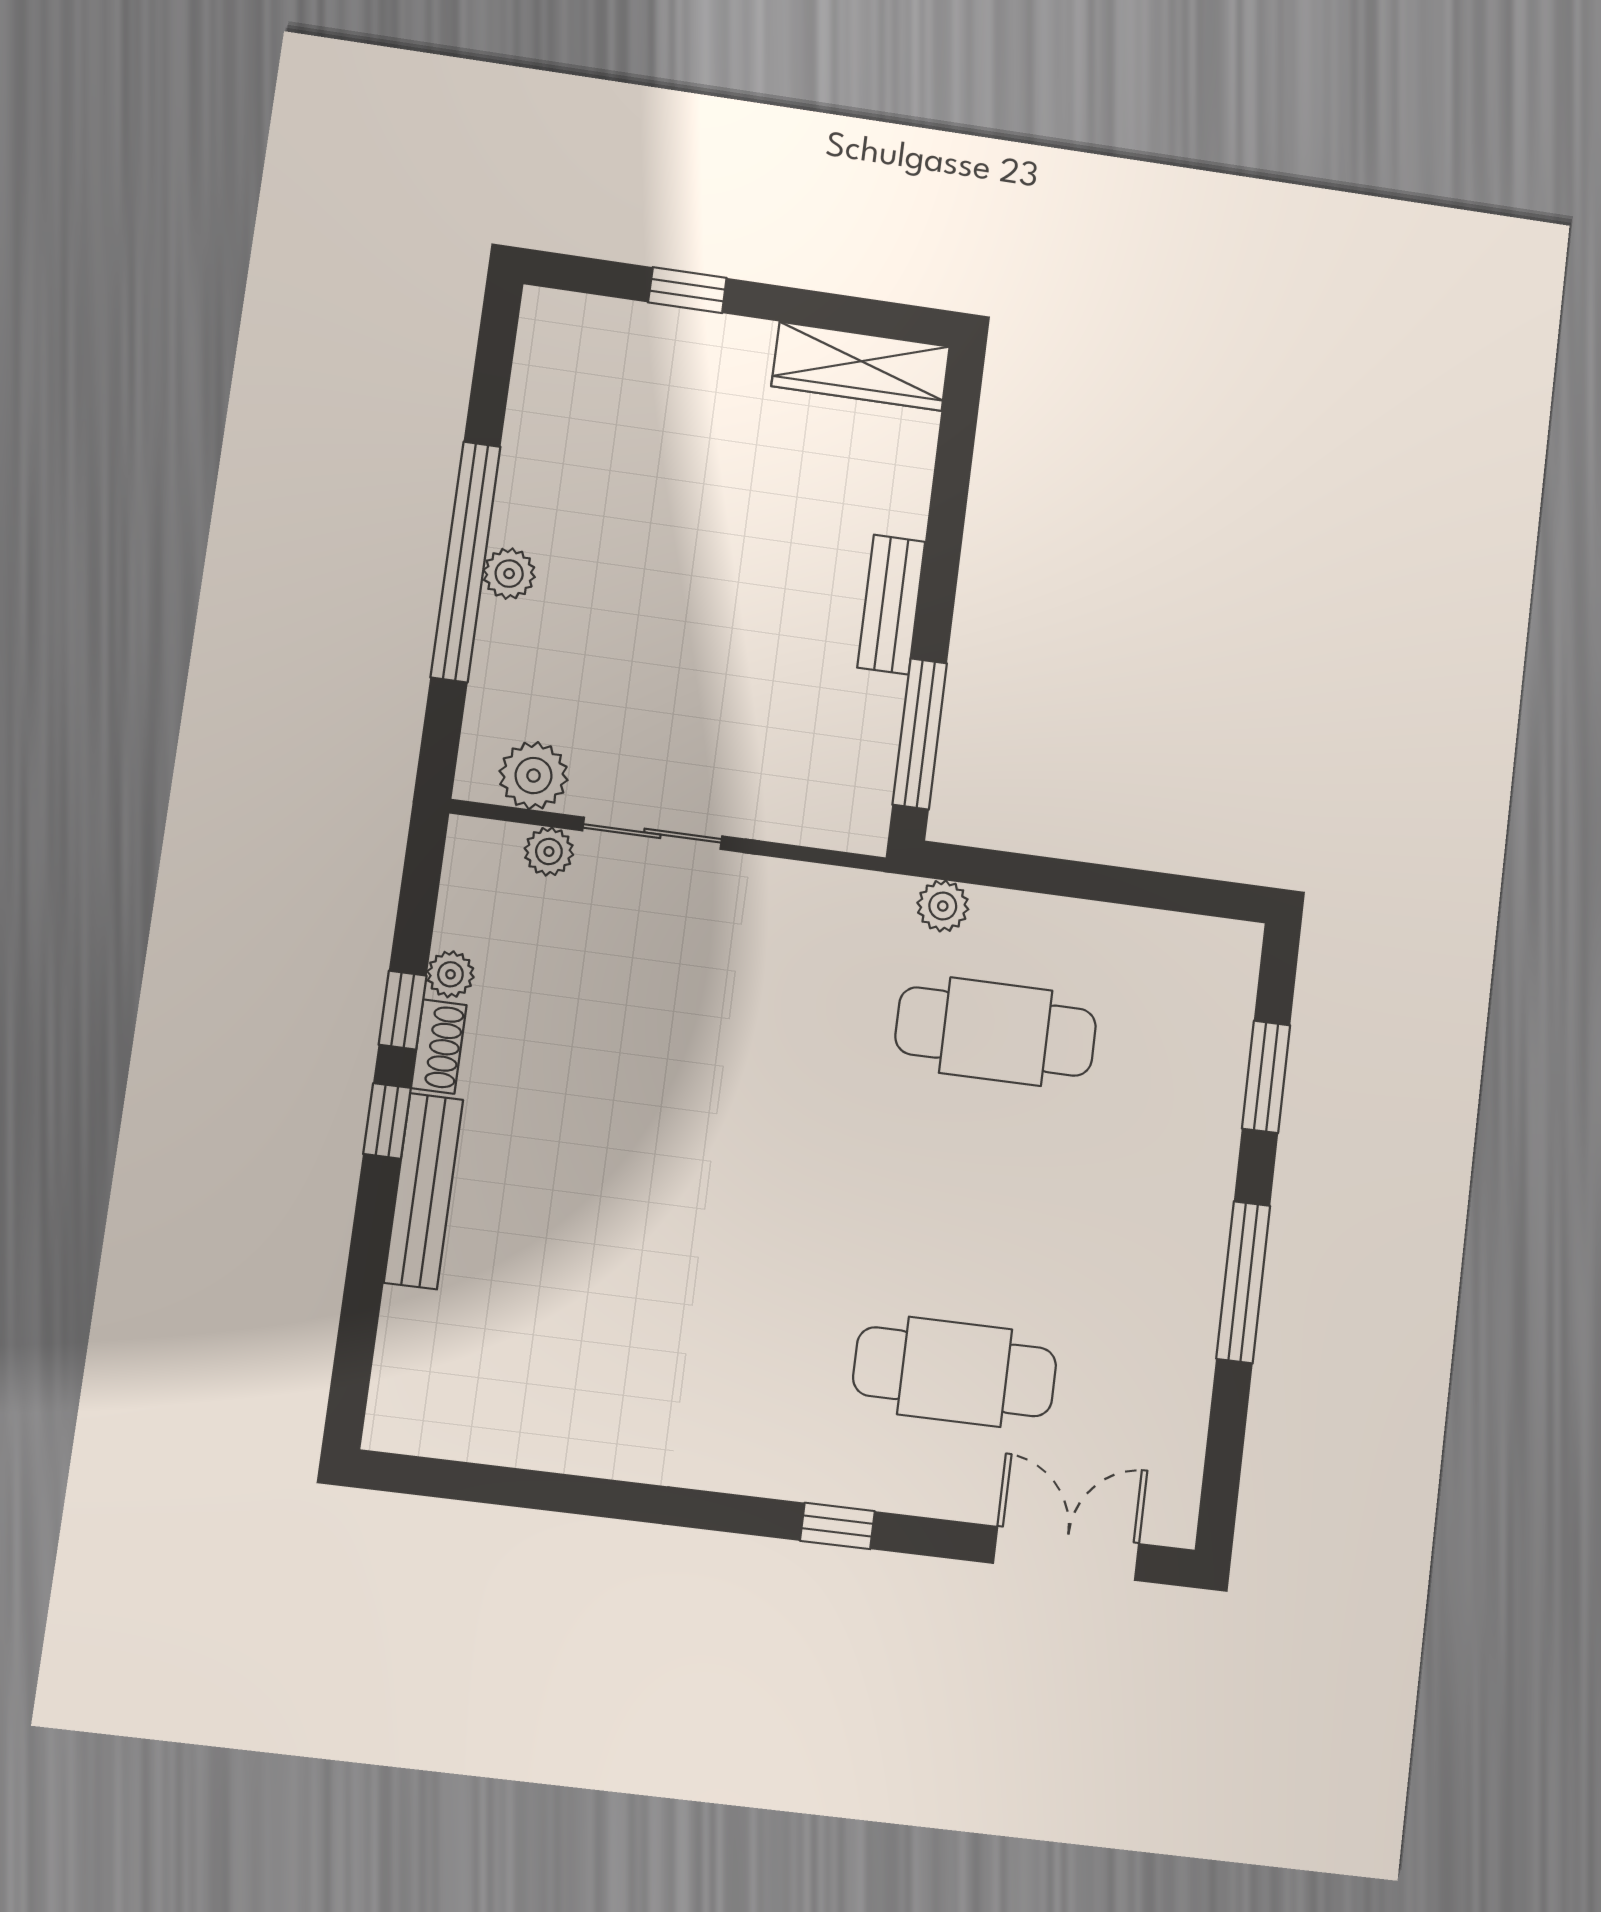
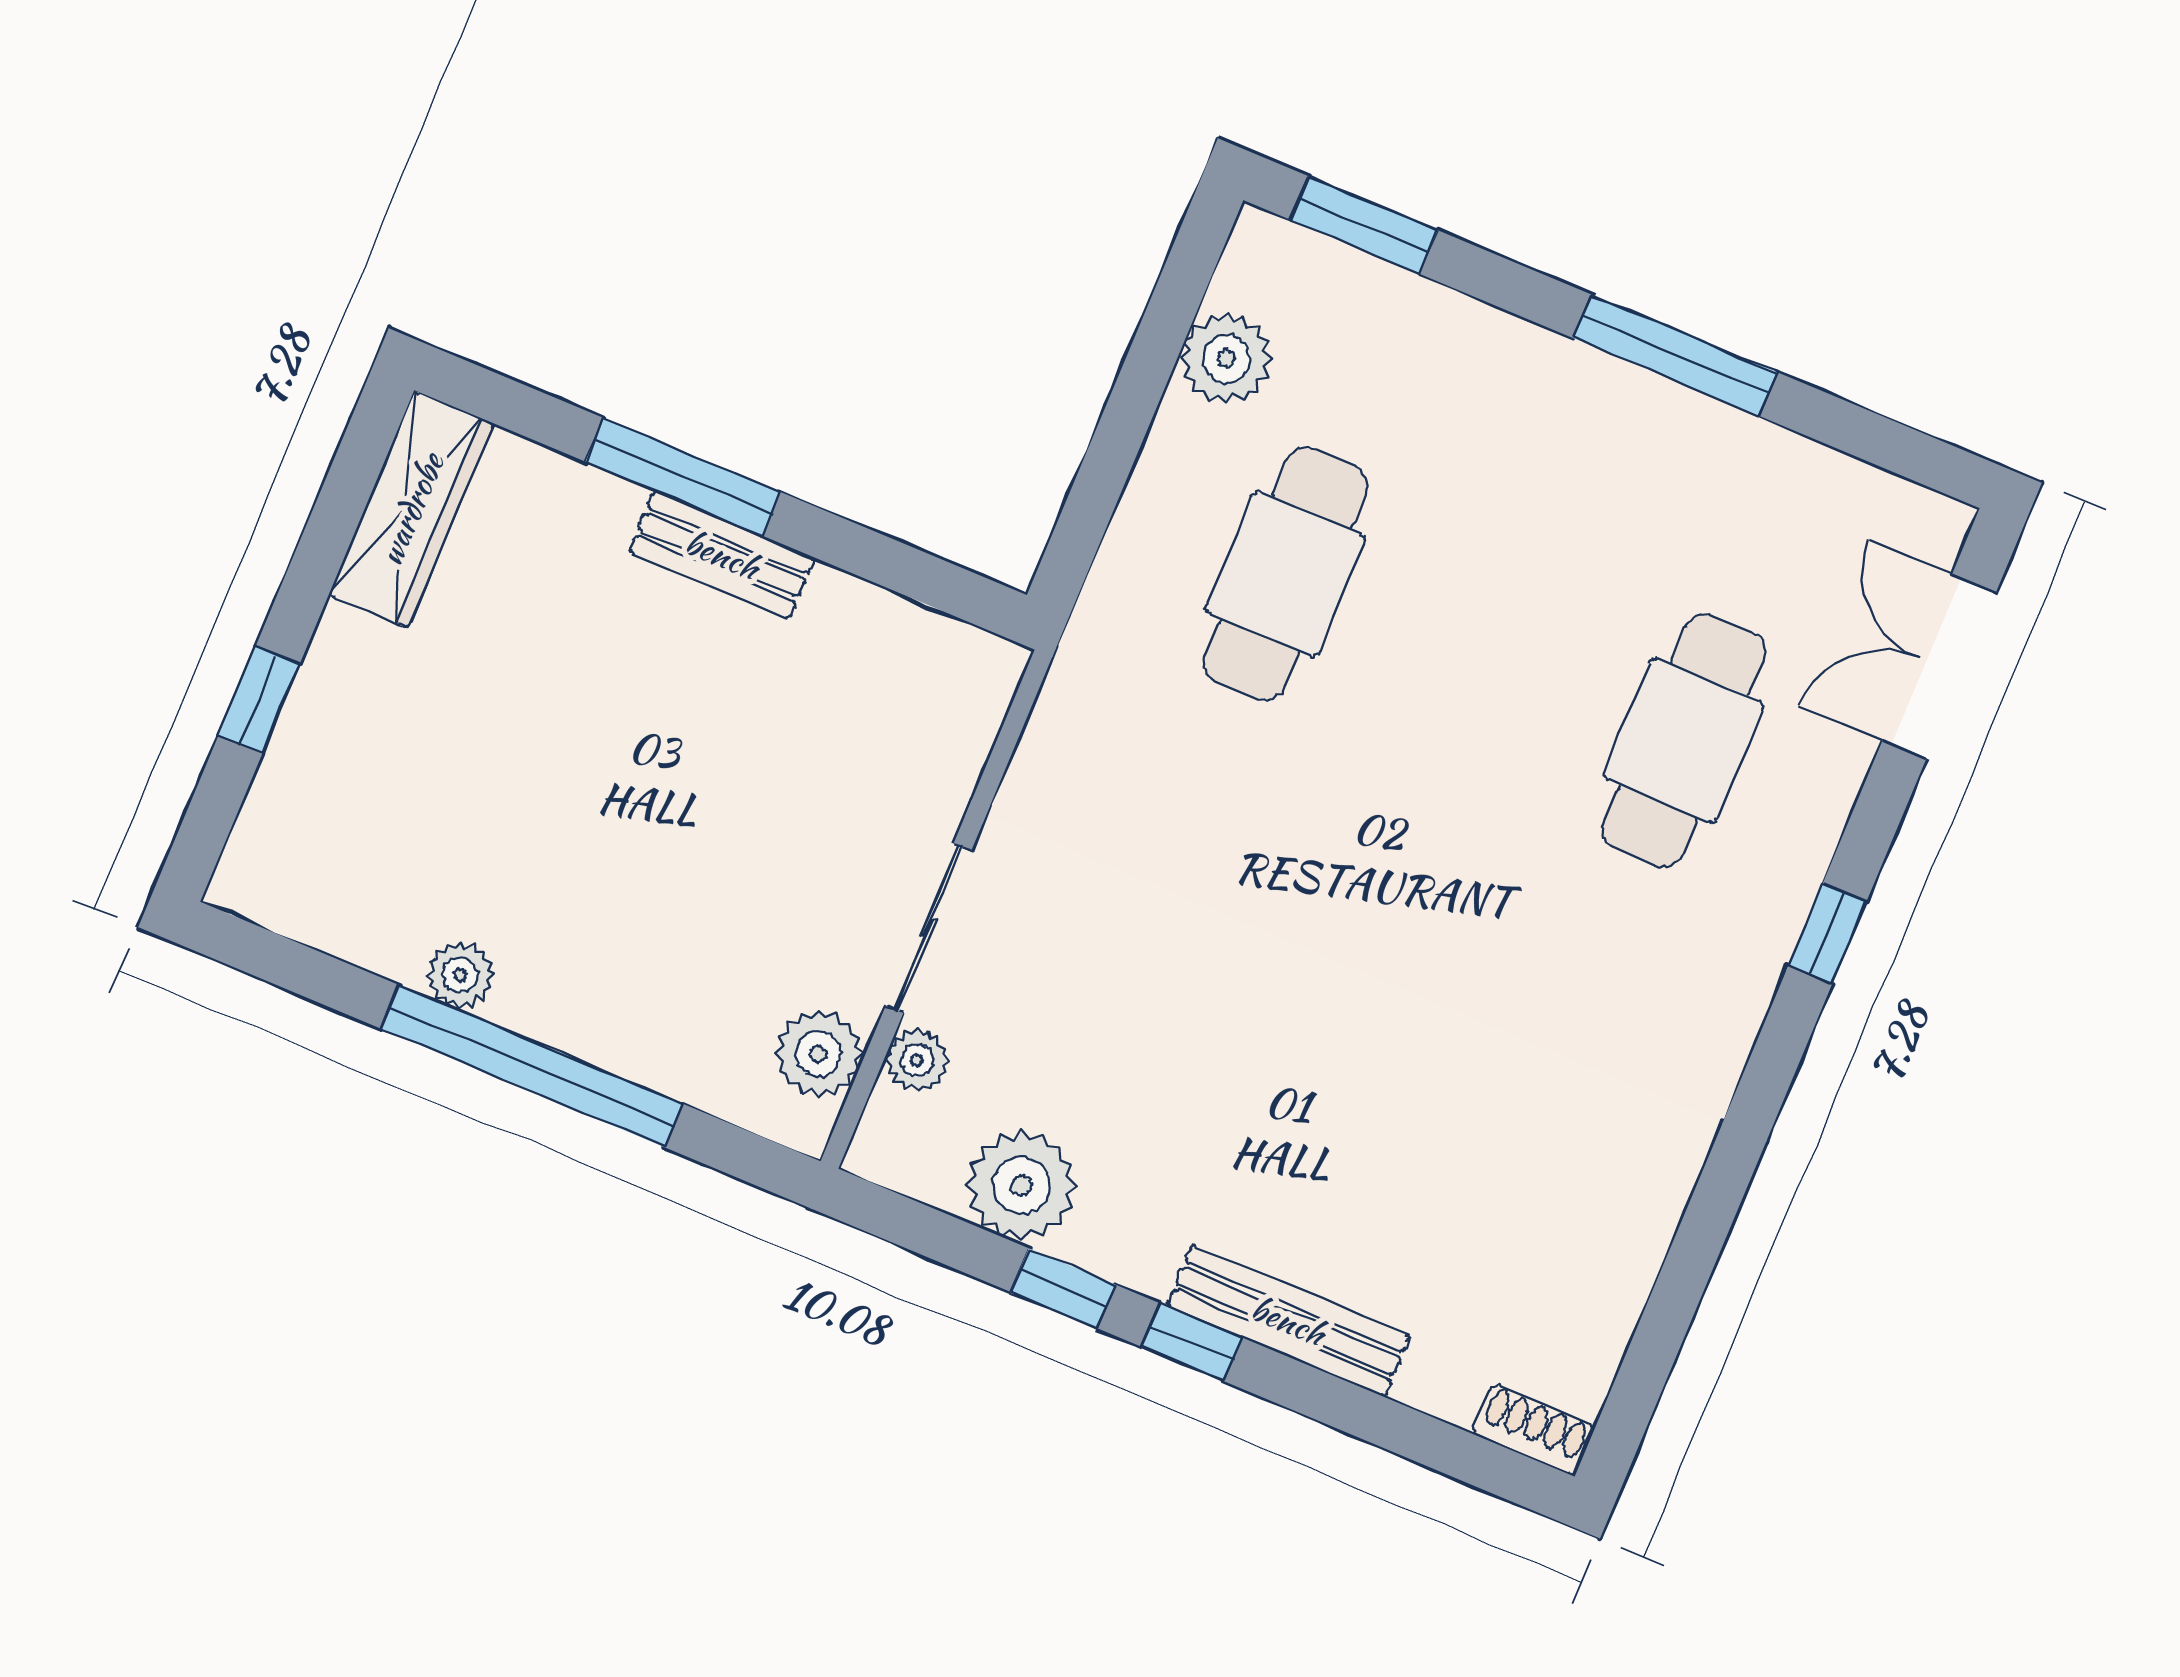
plant: (509, 574) -> (460, 975), moved
window: (920, 734) -> (683, 477), moved
plant: (943, 906) -> (1226, 359), moved, width x1.38, depth x1.38
plant: (450, 974) -> (1021, 1186), width x1.87, depth x1.87
shoe rack: (439, 1047) -> (1533, 1430), moved
window: (1266, 1077) -> (1364, 225), moved

